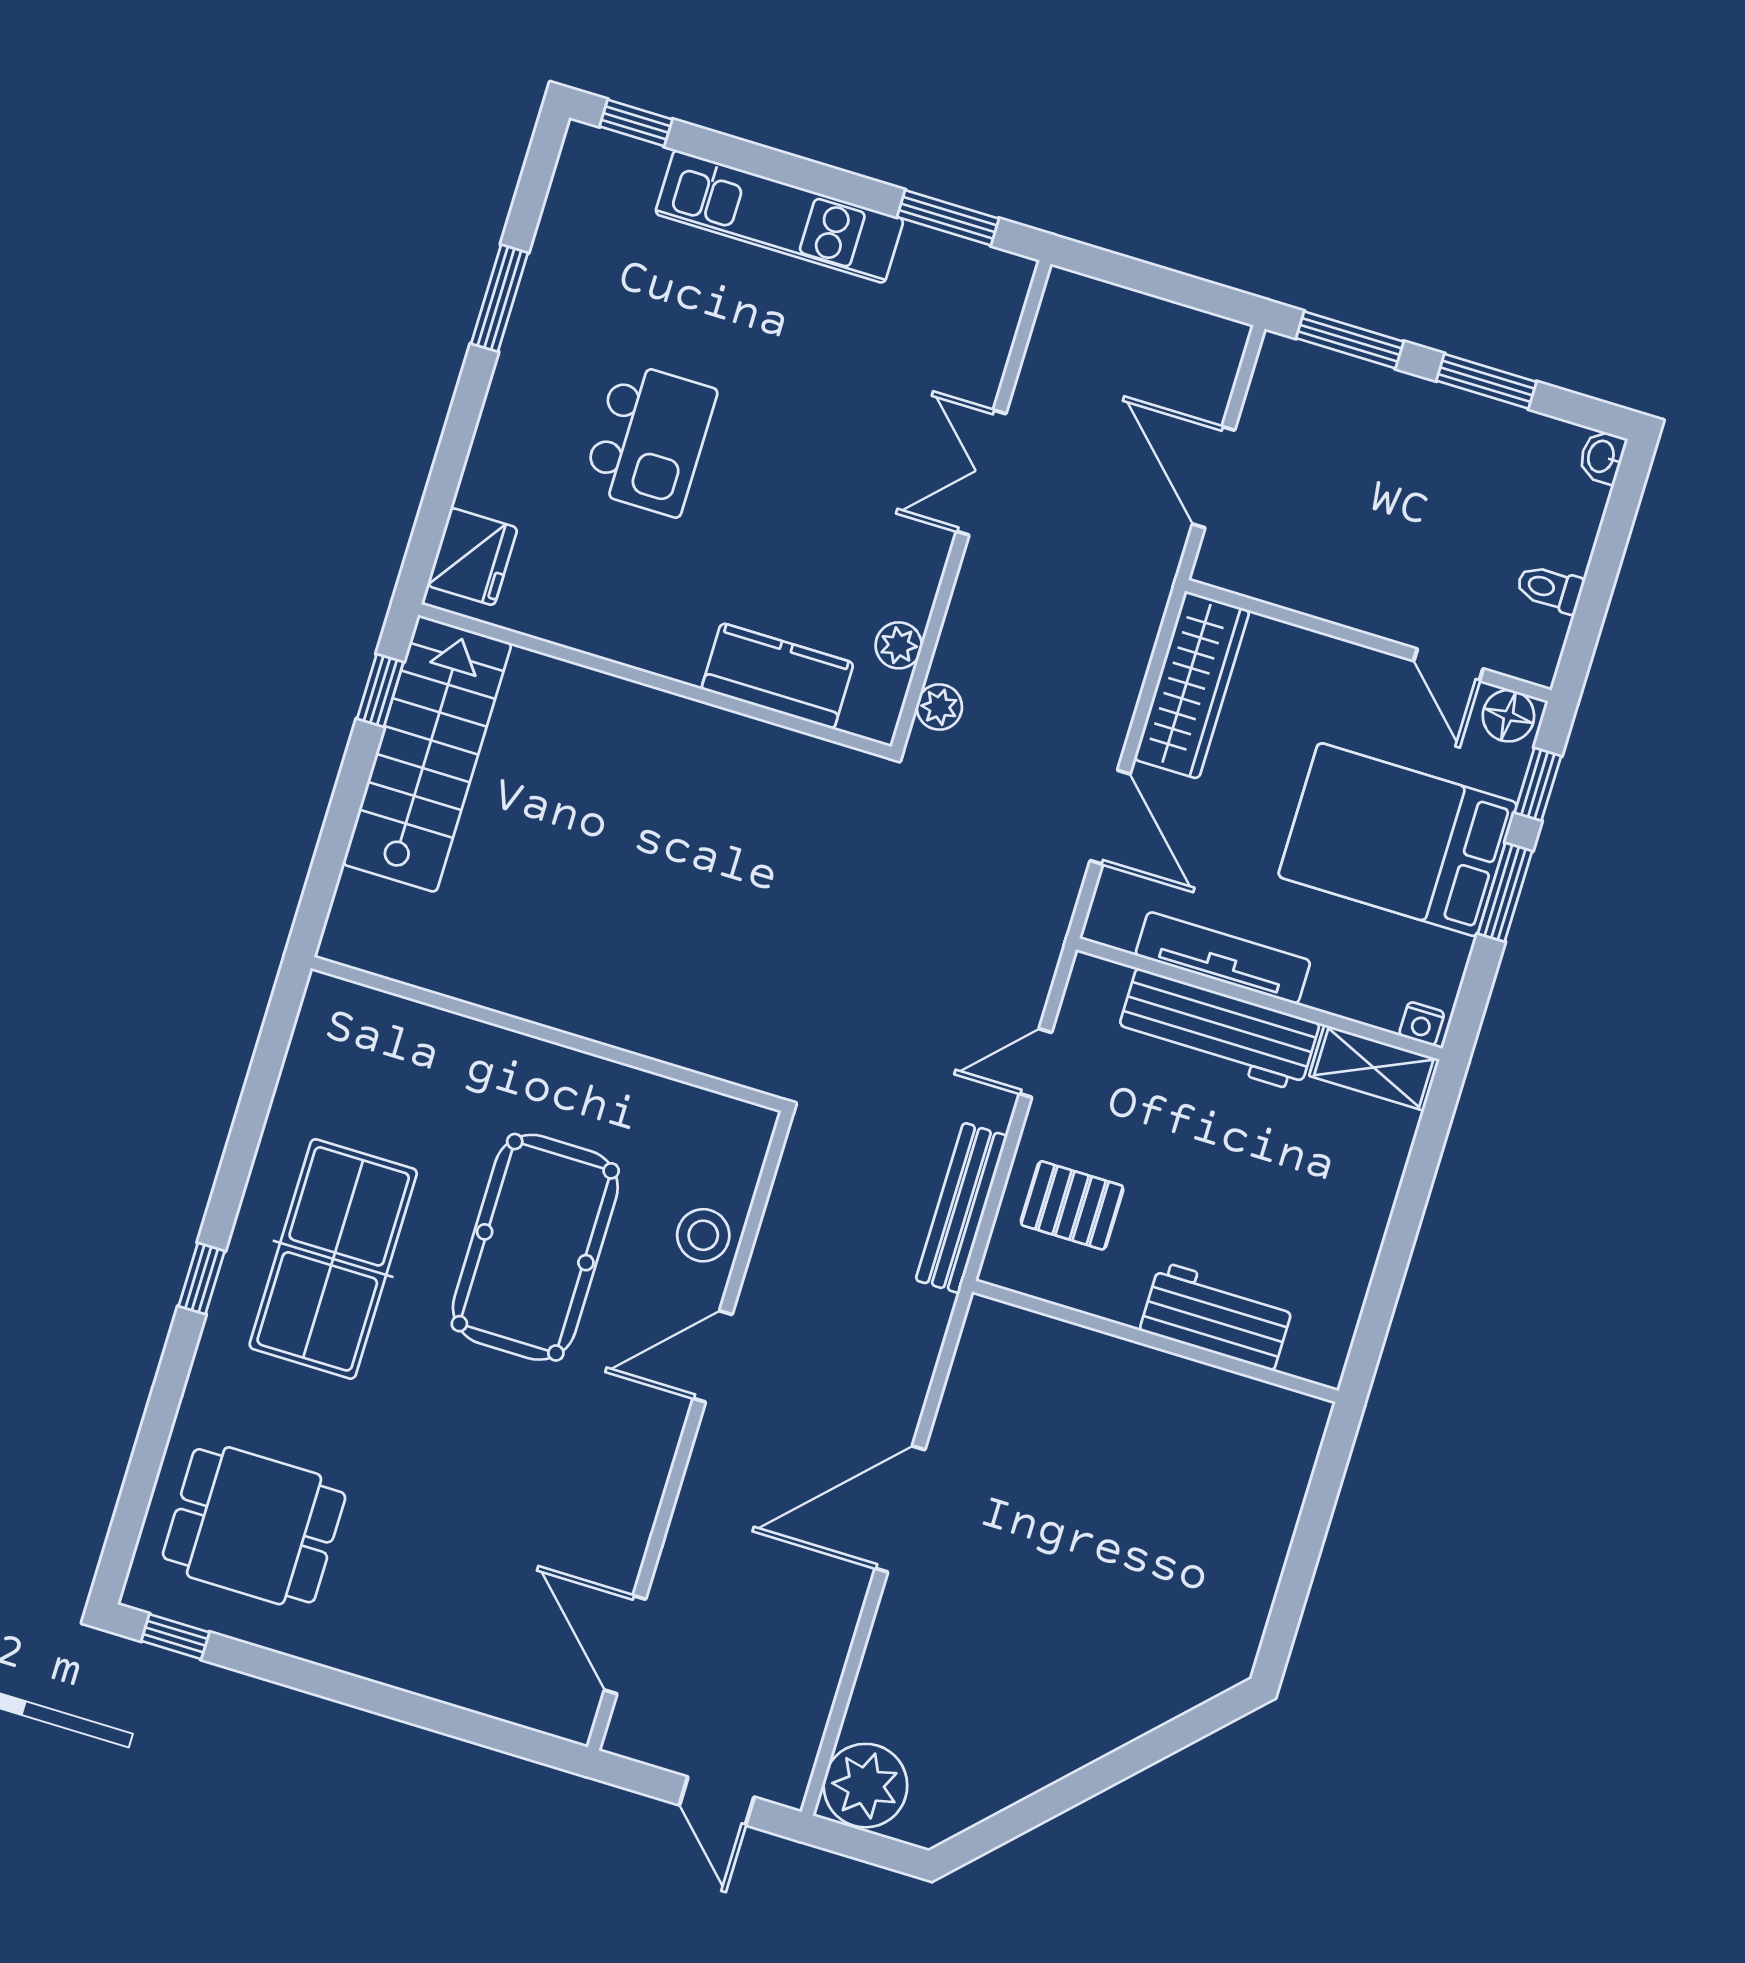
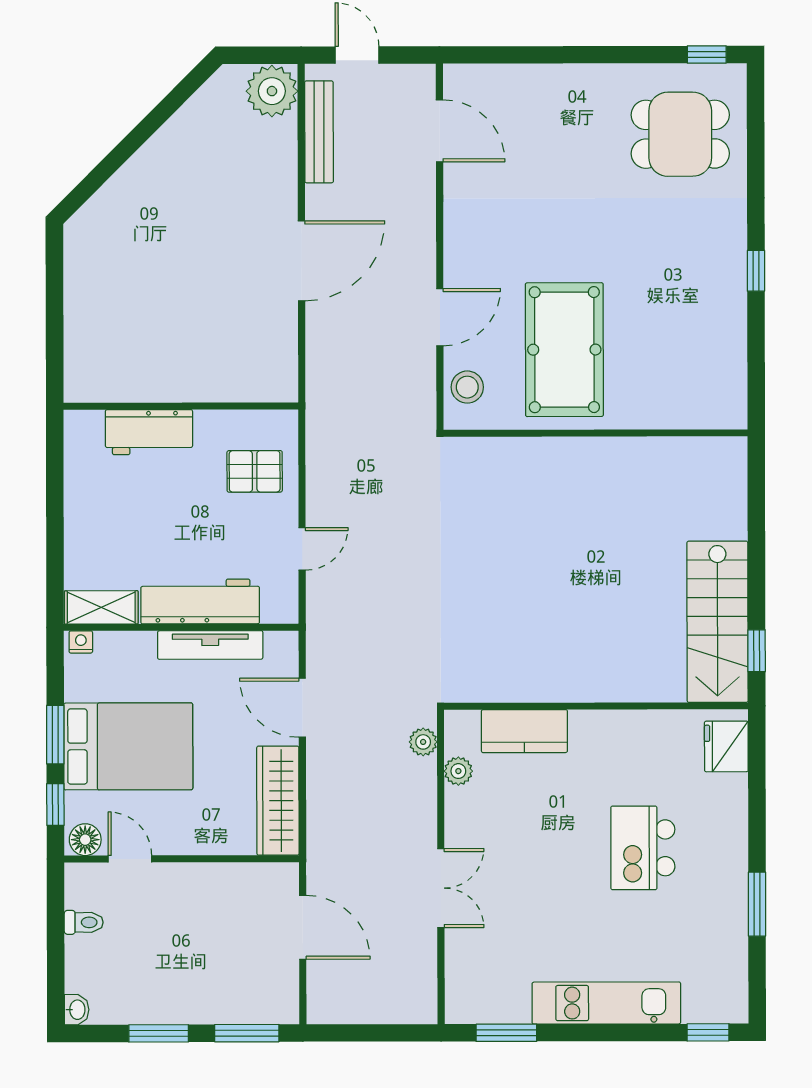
wall: (548, 1034) -> (596, 433), moved
bench: (961, 1208) -> (319, 132), moved
table tennis table: (333, 1259) -> (682, 306), removed

